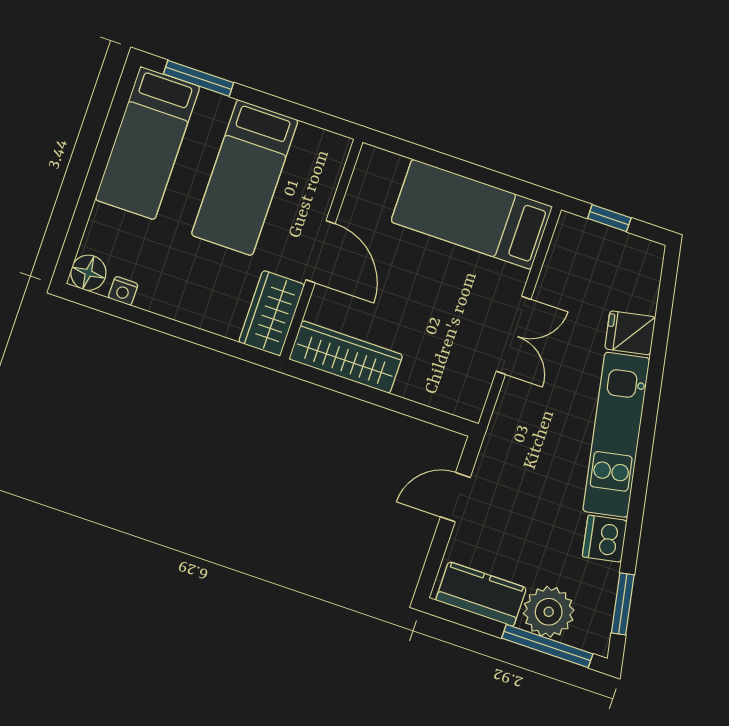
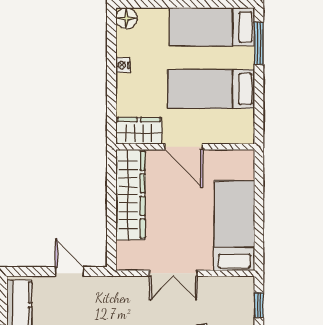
door: (321, 252) -> (184, 147), hinge flipped
nightstand: (123, 291) -> (123, 65), moved
wardrobe: (346, 357) -> (130, 195), width x1.40, depth x1.17

